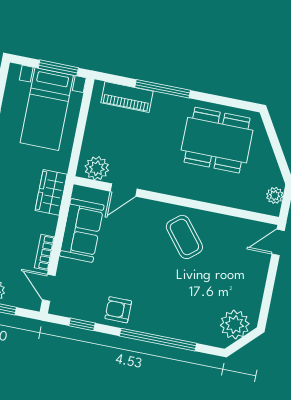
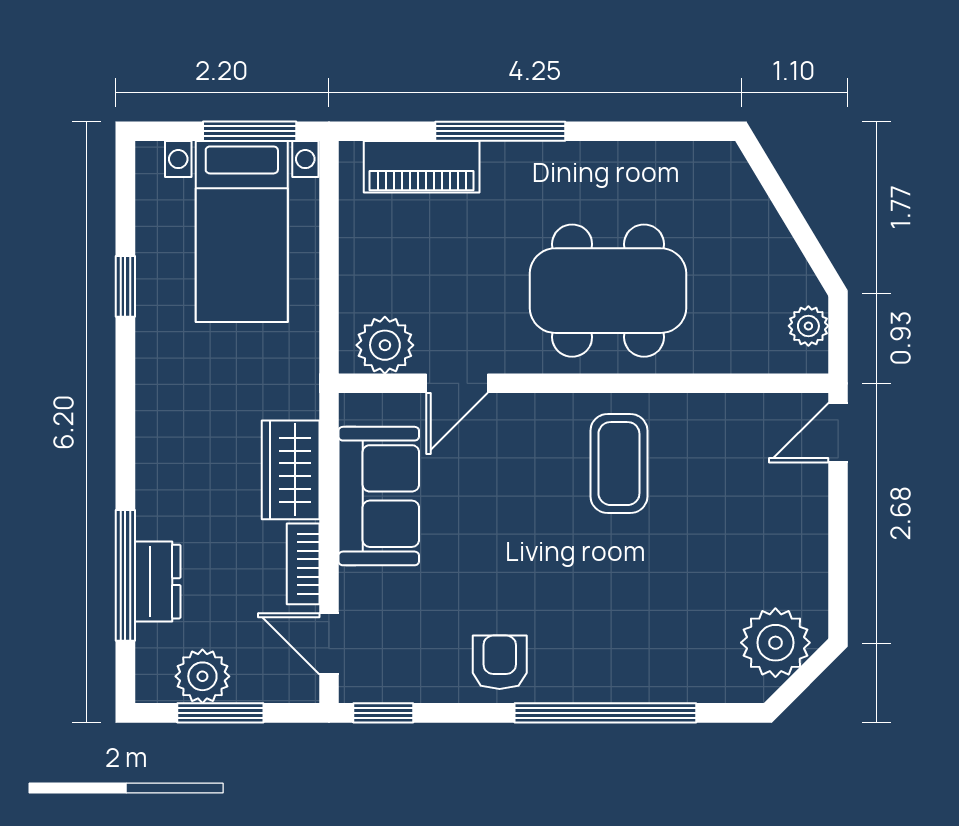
dining table: (217, 140) -> (608, 291), moved
wardrobe: (51, 192) -> (291, 470), moved
coffee table: (184, 237) -> (619, 464), turned 39
armchair: (118, 310) -> (500, 662), turned 90
window: (82, 324) -> (383, 713), moved

